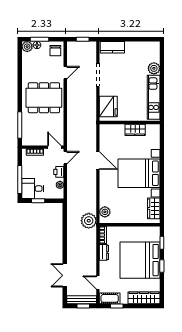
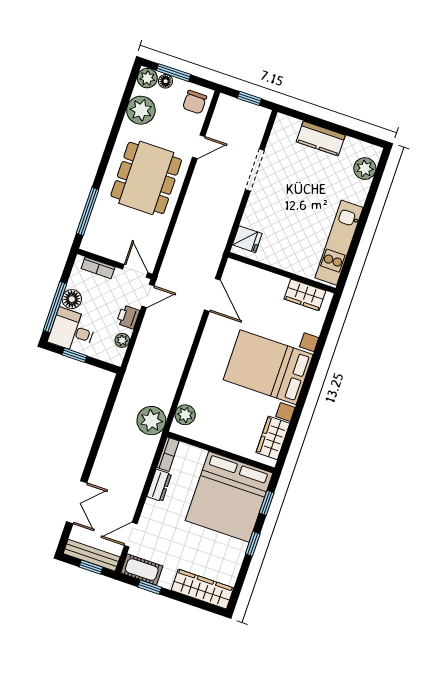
kitchen counter: (112, 47) -> (321, 138), moved
plant: (29, 64) -> (141, 110), added
plant: (154, 68) -> (365, 169), moved
dining table: (44, 98) -> (146, 178), turned 90
fridge: (108, 107) -> (247, 239), width x0.53, depth x0.75
wardrobe: (135, 130) -> (305, 295), moved
door: (98, 160) -> (212, 295), moved
floor lamp: (27, 172) -> (72, 299), added
bed: (140, 260) -> (229, 497), moved, turned -90
double door: (65, 275) -> (77, 502), swing flipped
door: (98, 283) -> (131, 535), hinge flipped

